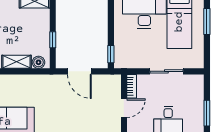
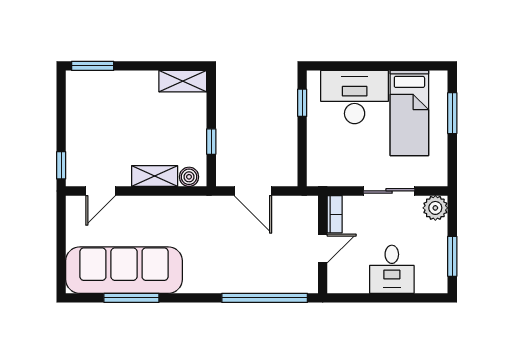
window: (111, 54) -> (302, 103), moved
plant: (196, 82) -> (435, 208), added

